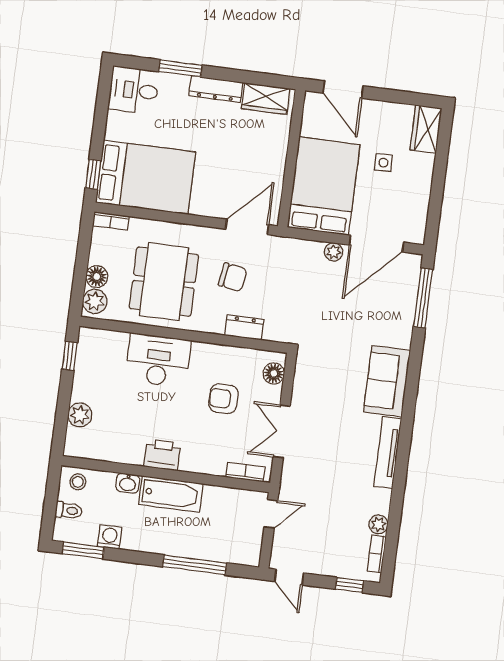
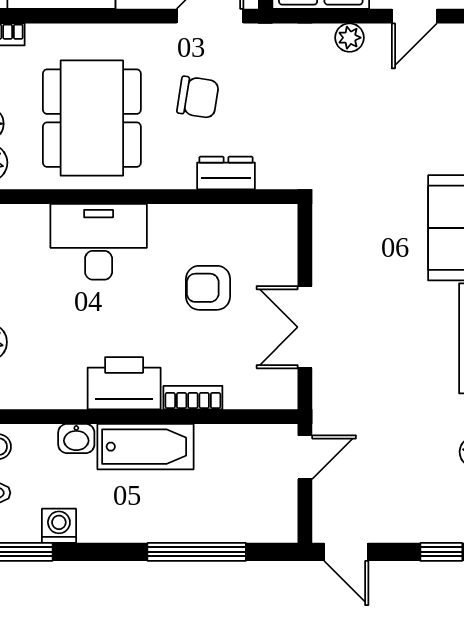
door: (376, 244) -> (414, 16), width x0.53
floor lamp: (274, 373) -> (281, 239), removed
printer: (162, 455) -> (124, 383), width x1.37, depth x1.19
bookcase: (245, 472) -> (193, 398), moved

